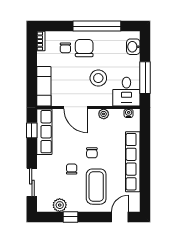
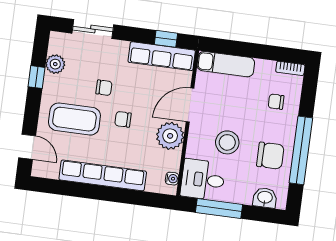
chair: (84, 48) -> (270, 156), moved
plant: (104, 114) -> (170, 136), width x1.88, depth x1.88

